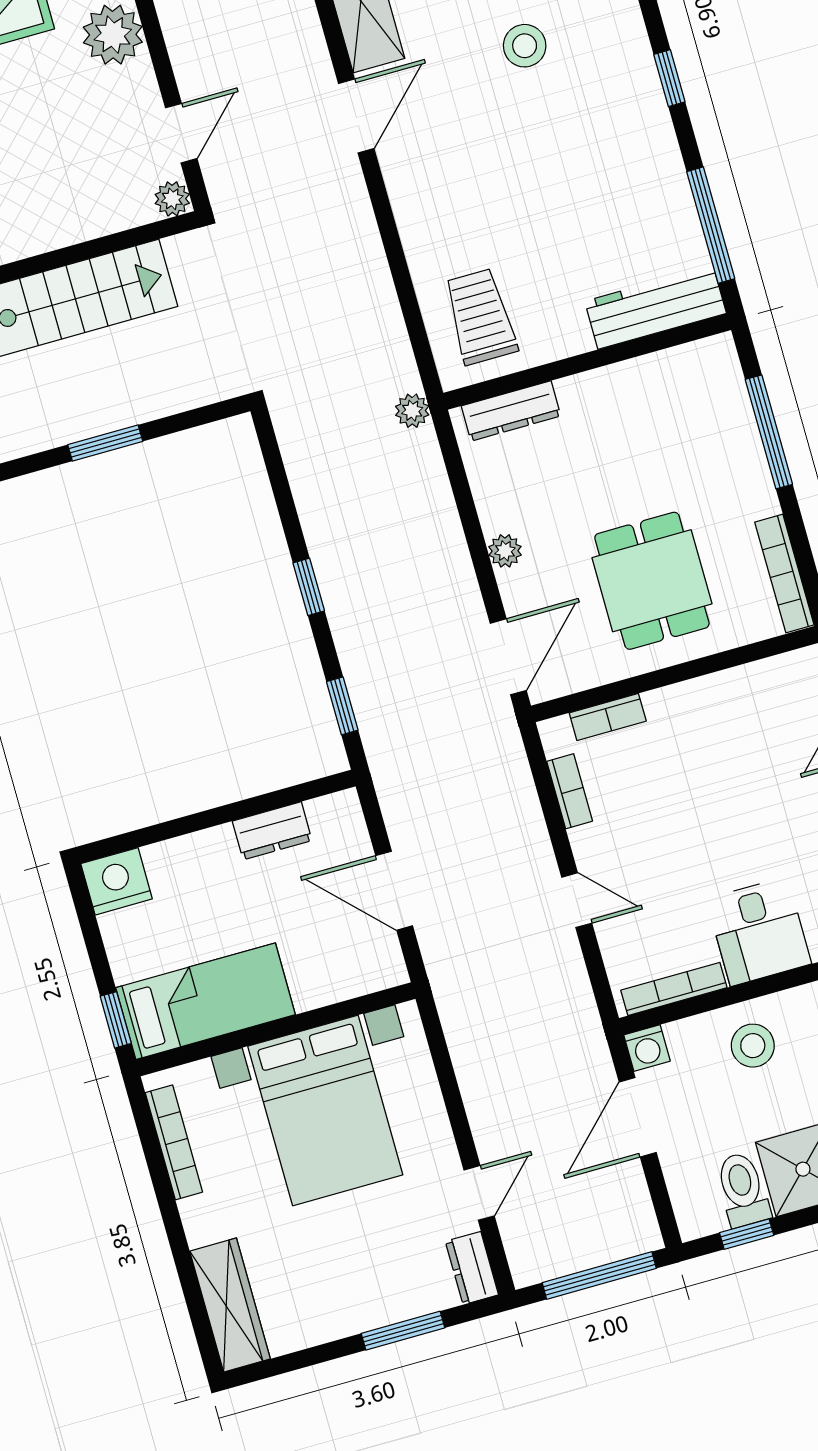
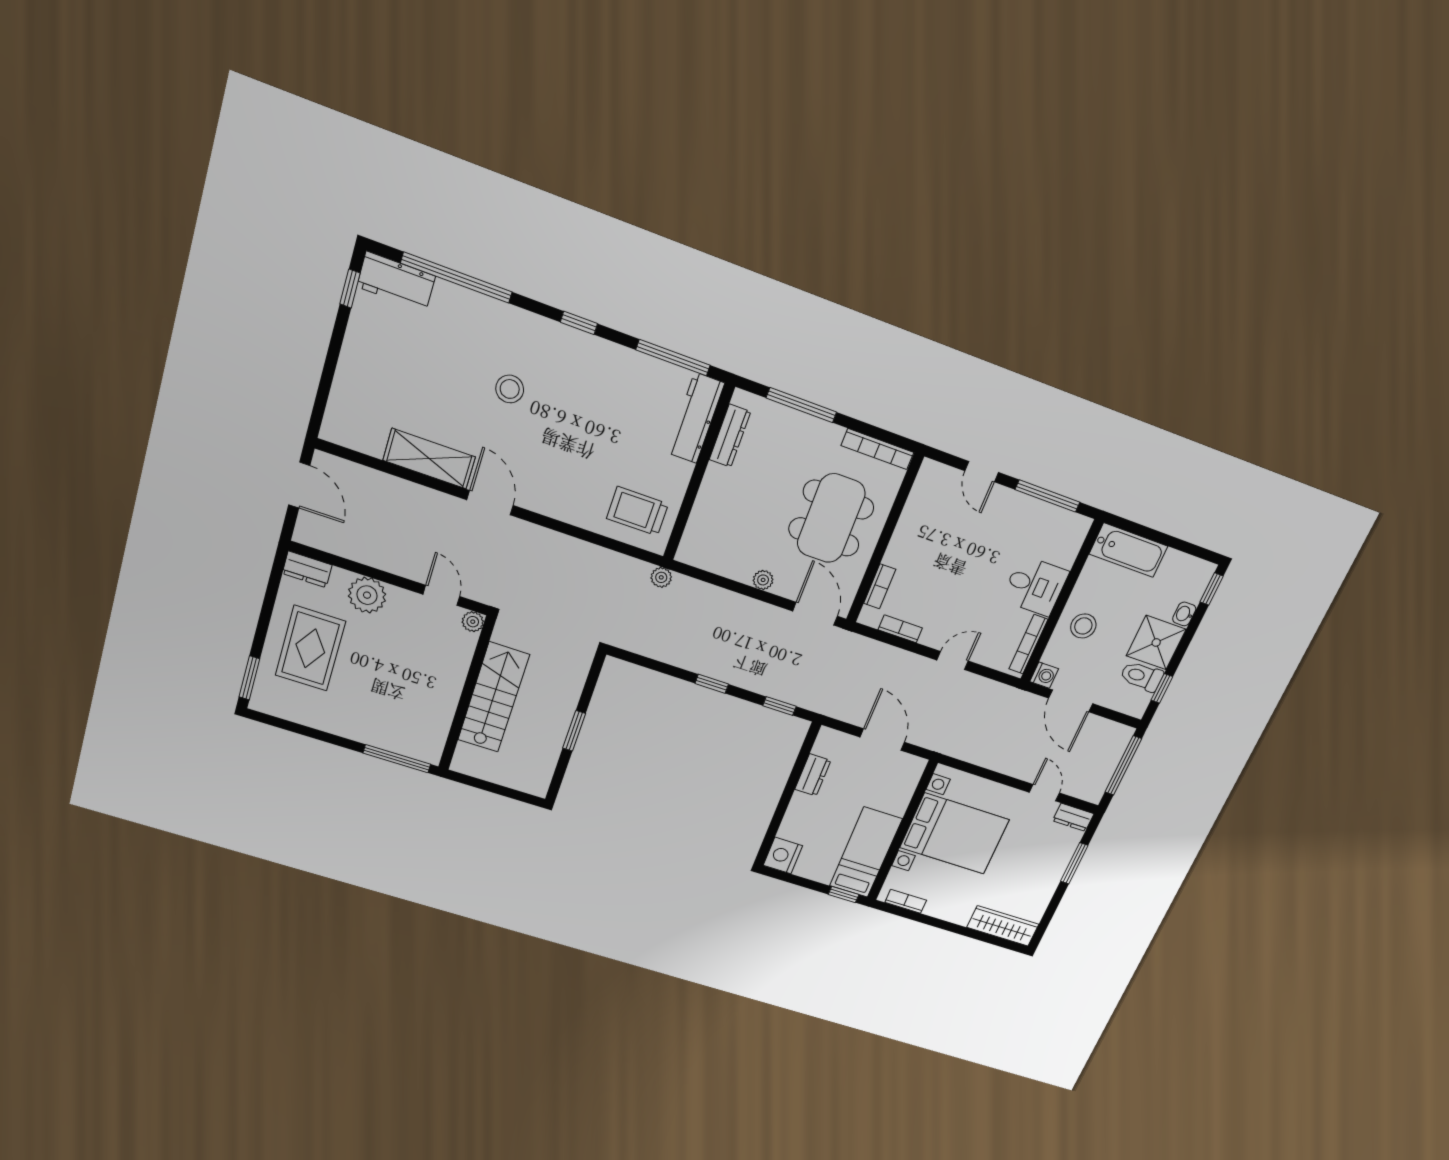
dresser: (511, 411) -> (730, 436), moved
dining table: (652, 581) -> (831, 518), width x1.38
door: (394, 891) -> (882, 740), swing flipped
bookcase: (174, 1142) -> (906, 901), width x0.64

